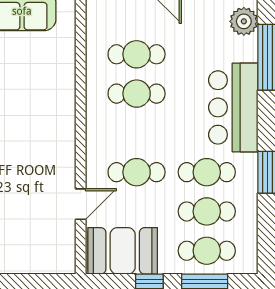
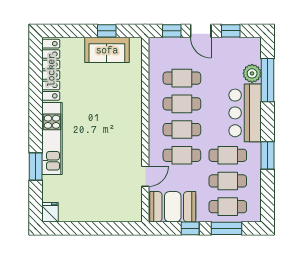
plant: (244, 21) -> (252, 73), moved
cafe table: (137, 133) -> (182, 130), added

